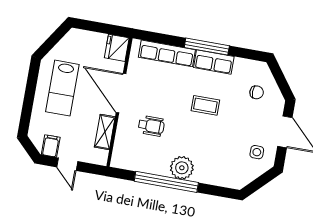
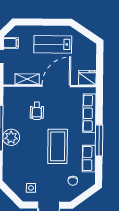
row of seats: (214, 62) -> (89, 159), moved
coffee table: (205, 105) -> (58, 146), width x1.86, depth x1.72

